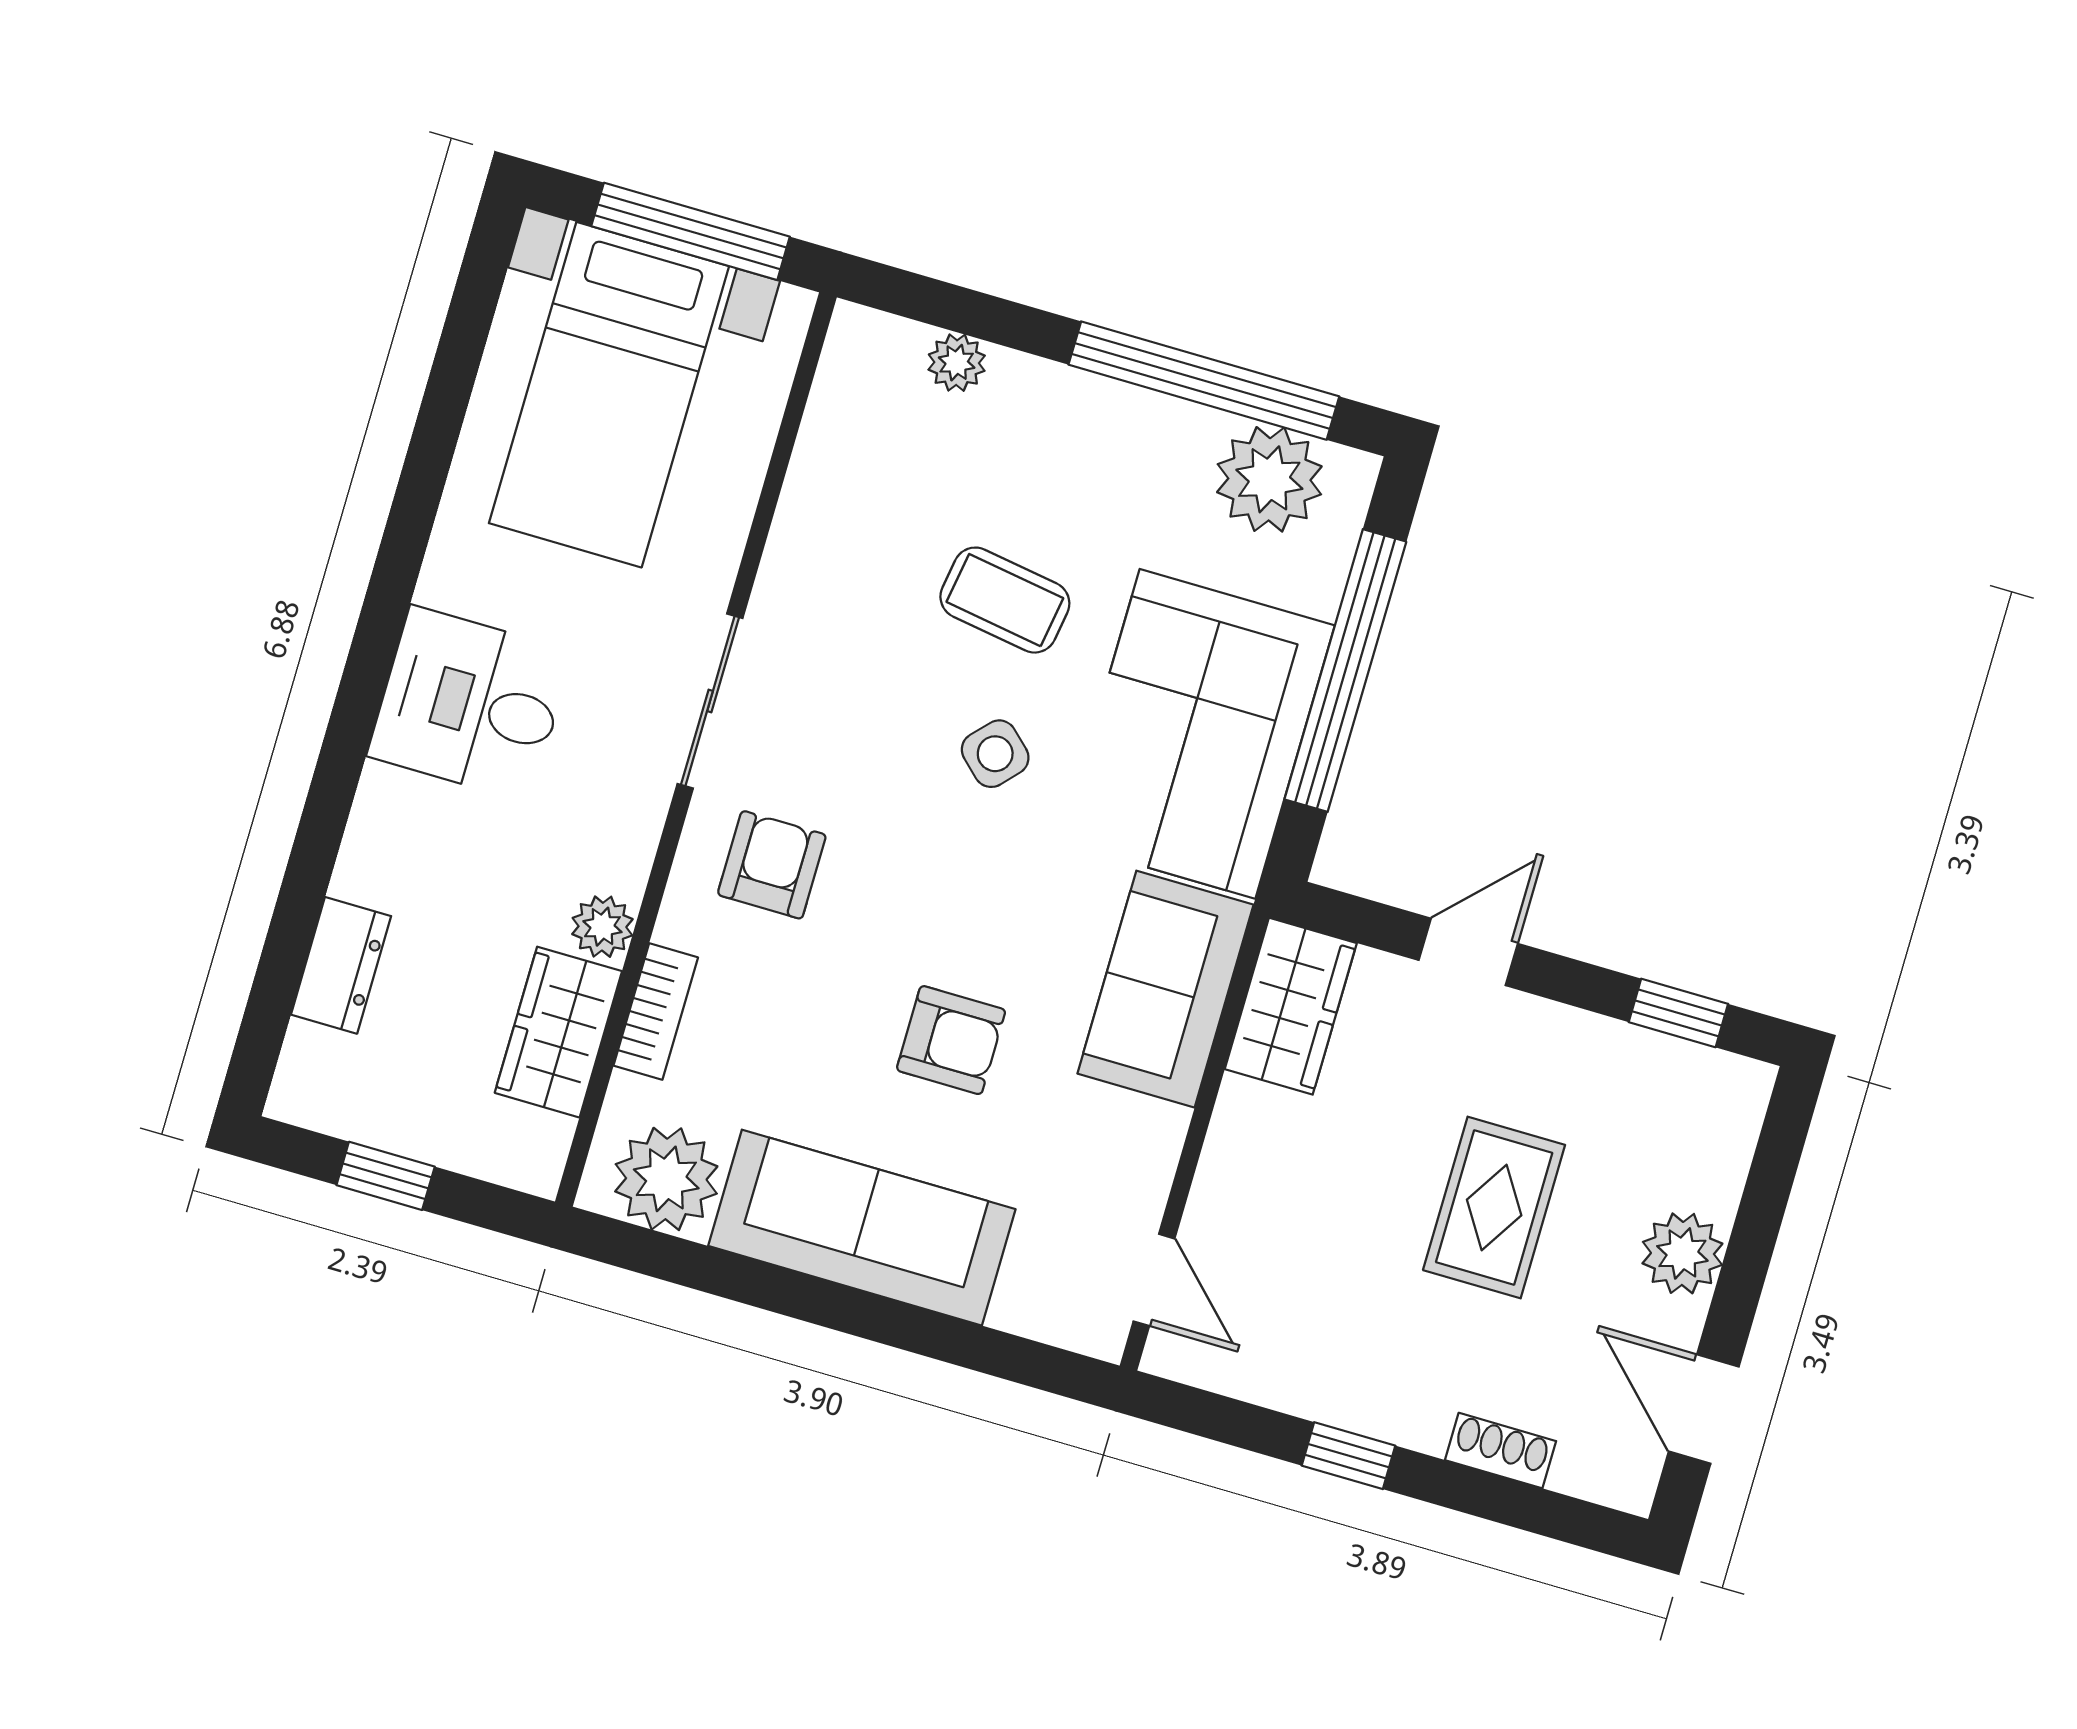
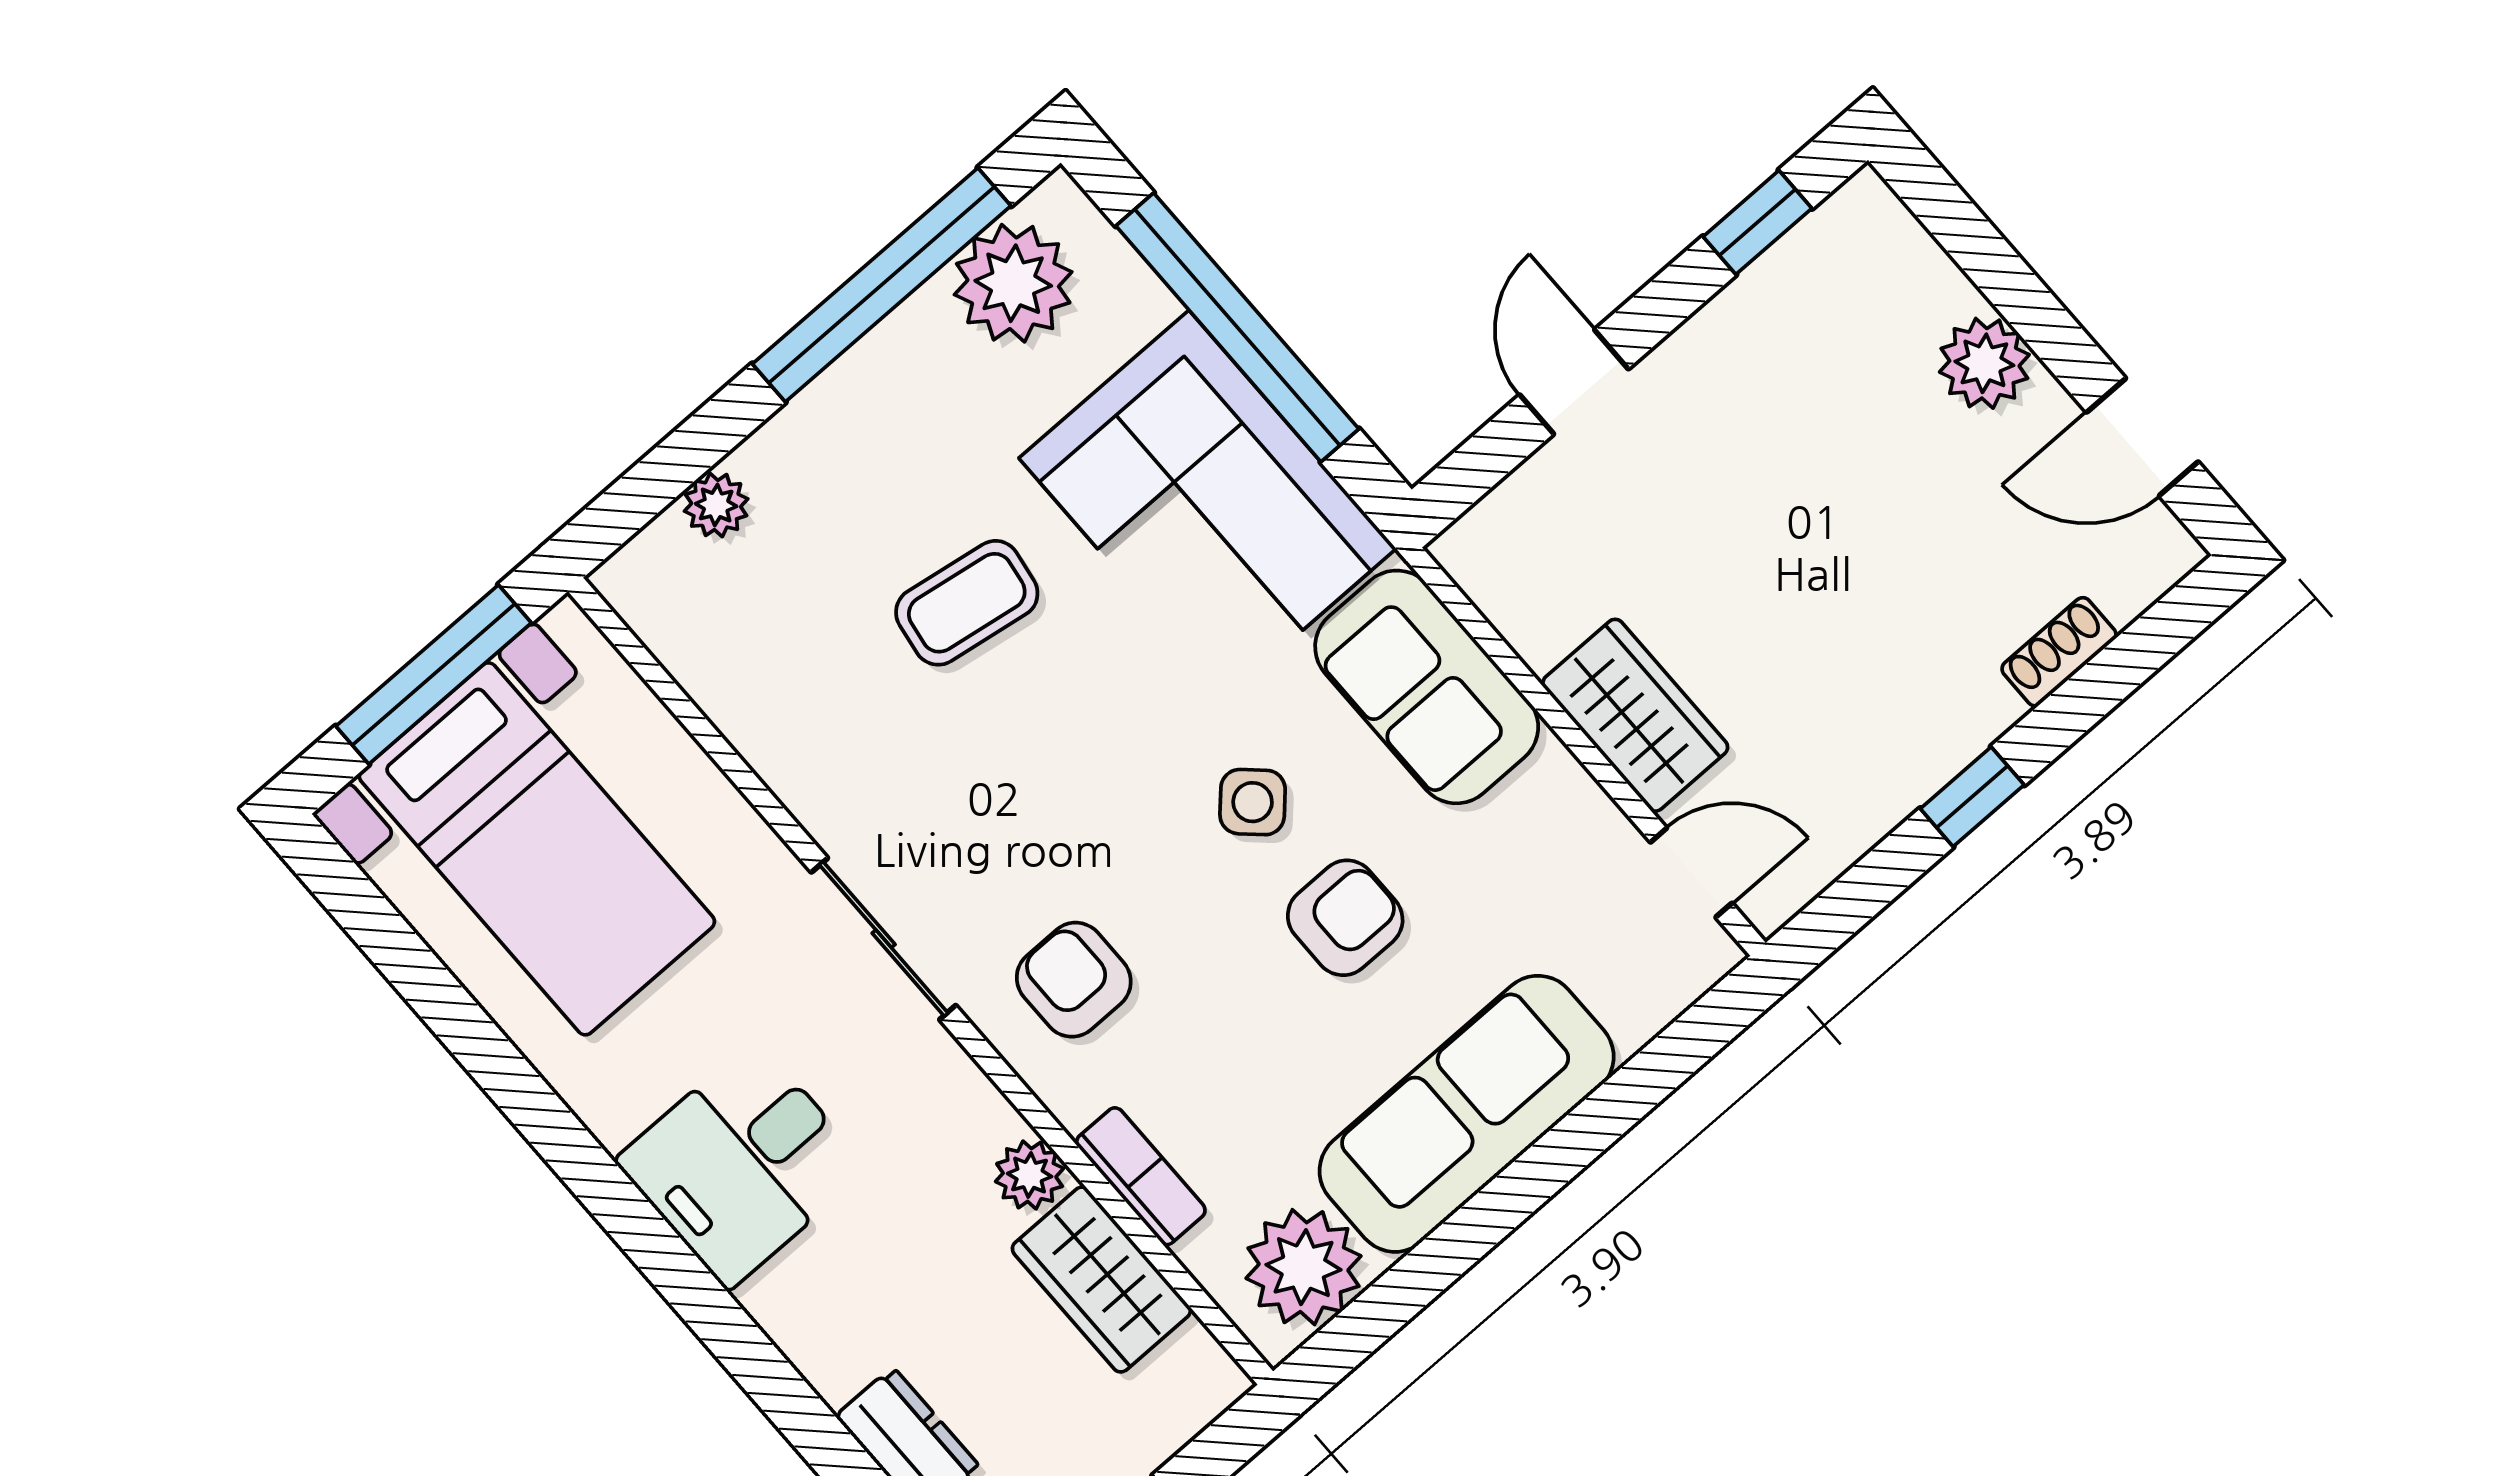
side table: (995, 754) -> (1253, 802), moved
wardrobe: (1291, 1006) -> (1635, 715), moved
rug: (1494, 1207) -> (1828, 512), removed

